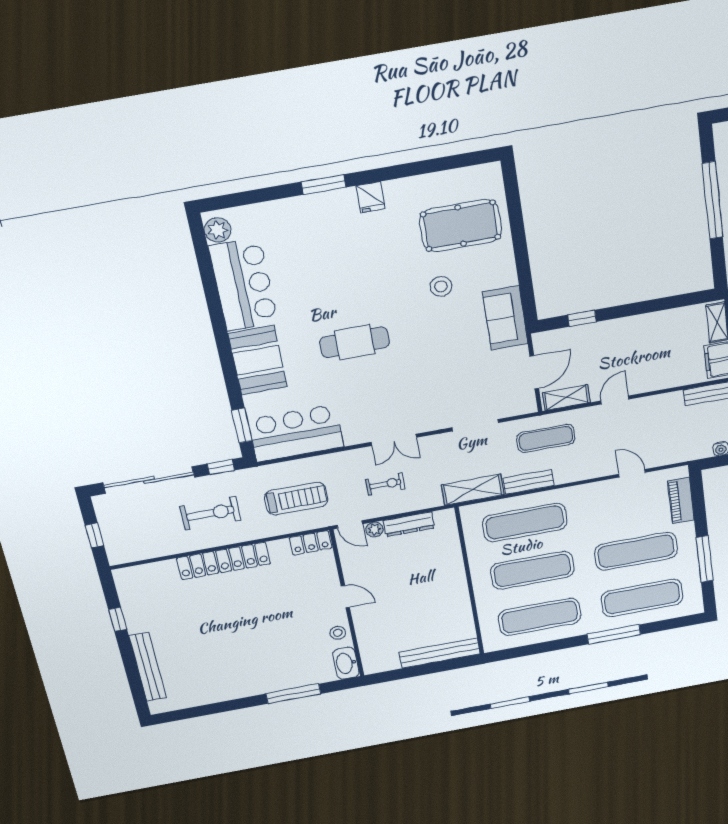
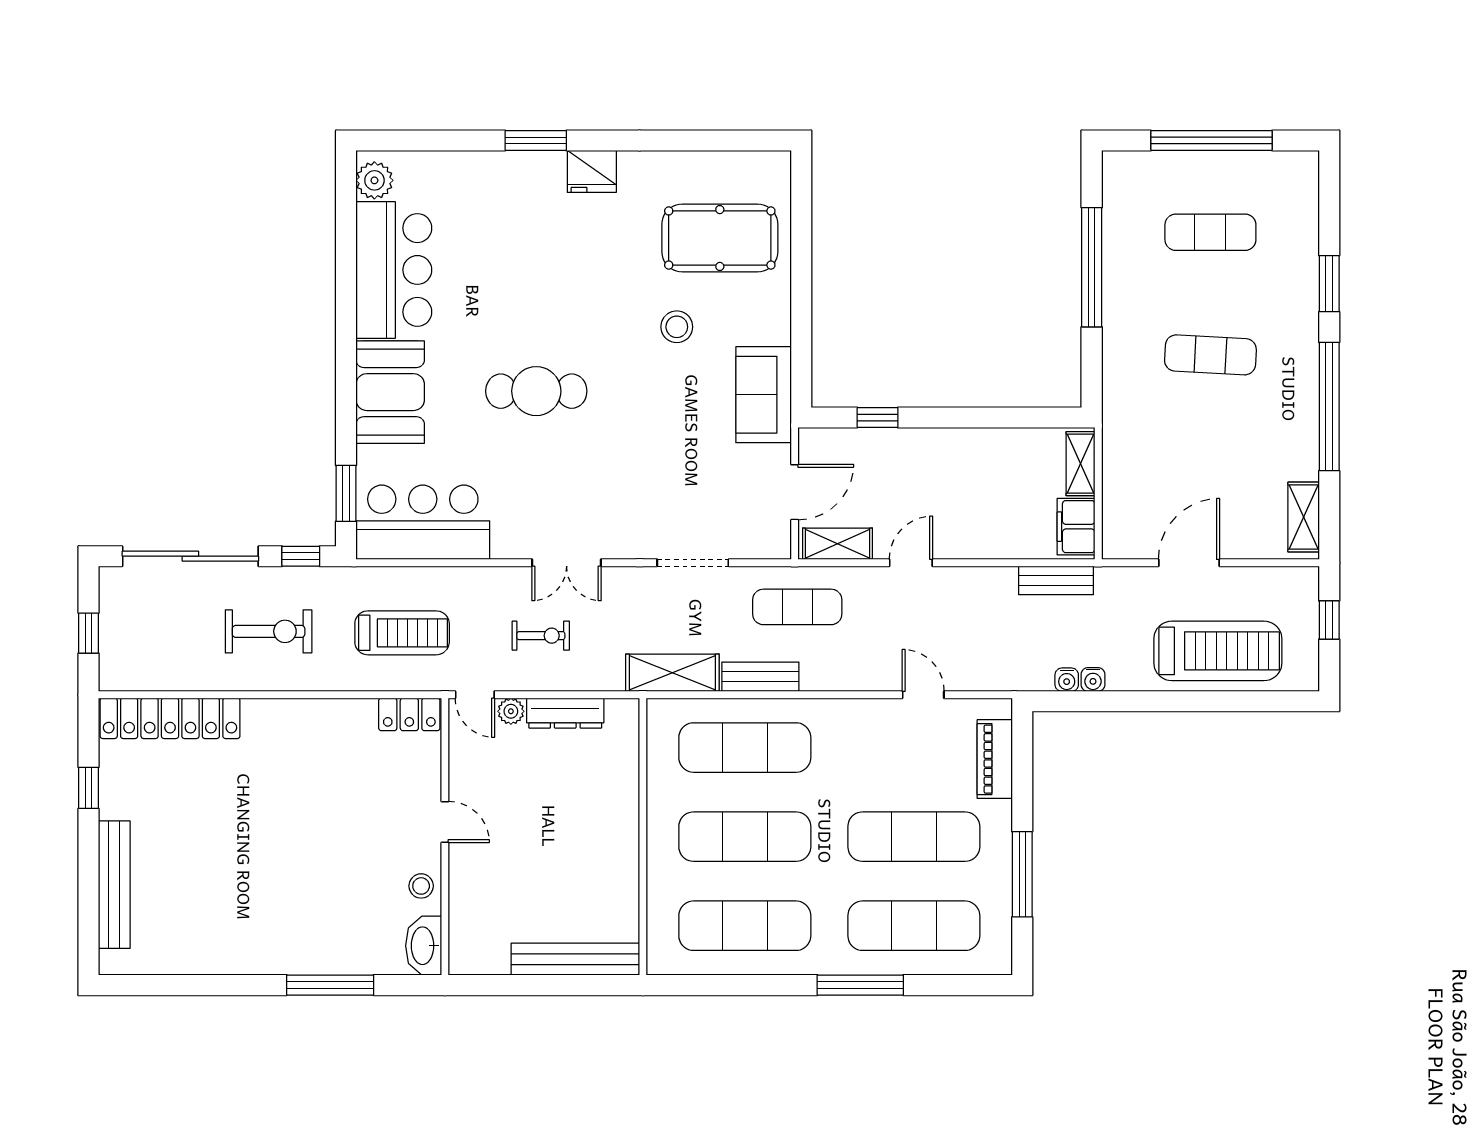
fridge: (371, 197) -> (592, 171), width x1.38
locker: (224, 561) -> (170, 718), moved

